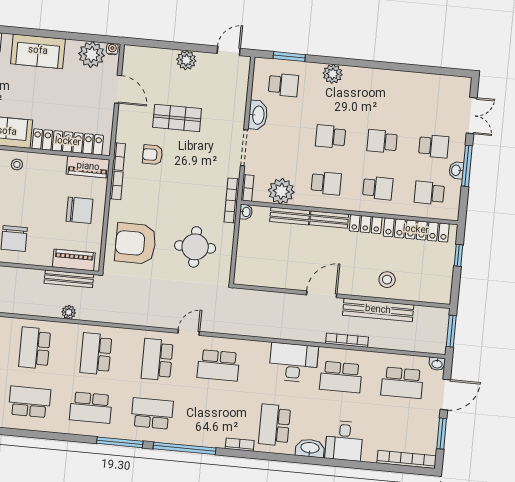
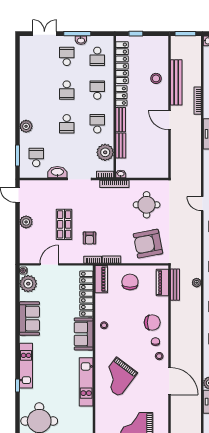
armchair: (135, 243) -> (148, 244), turned 79

